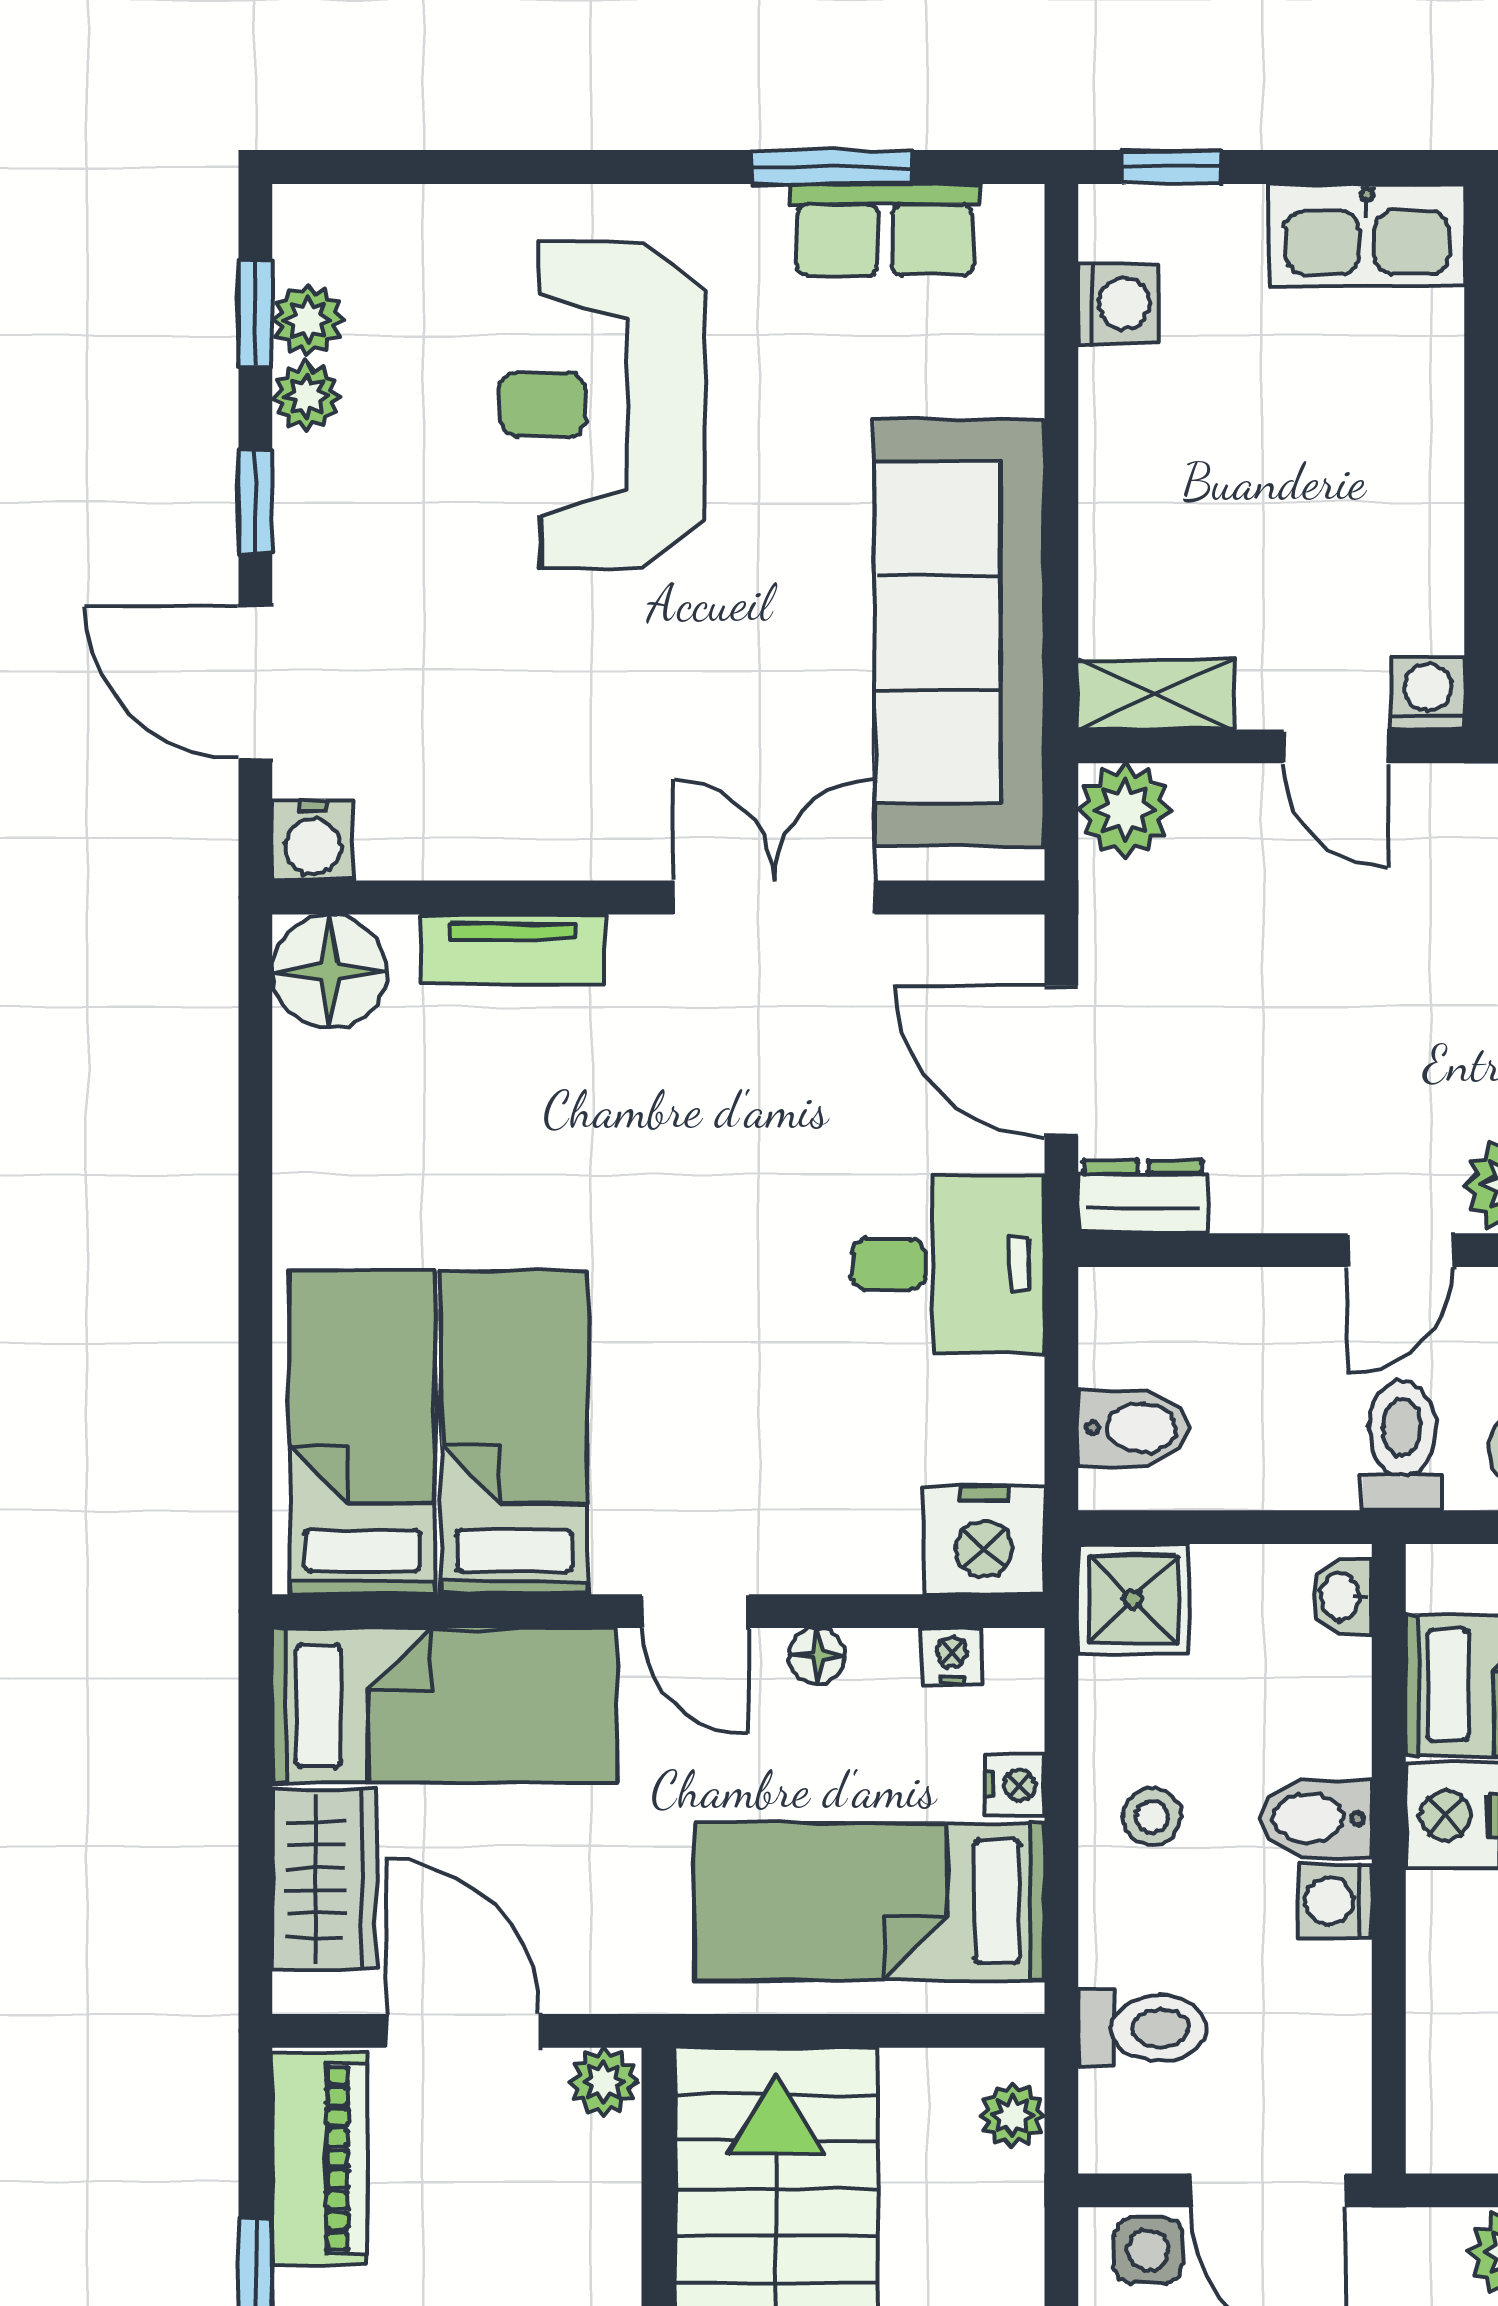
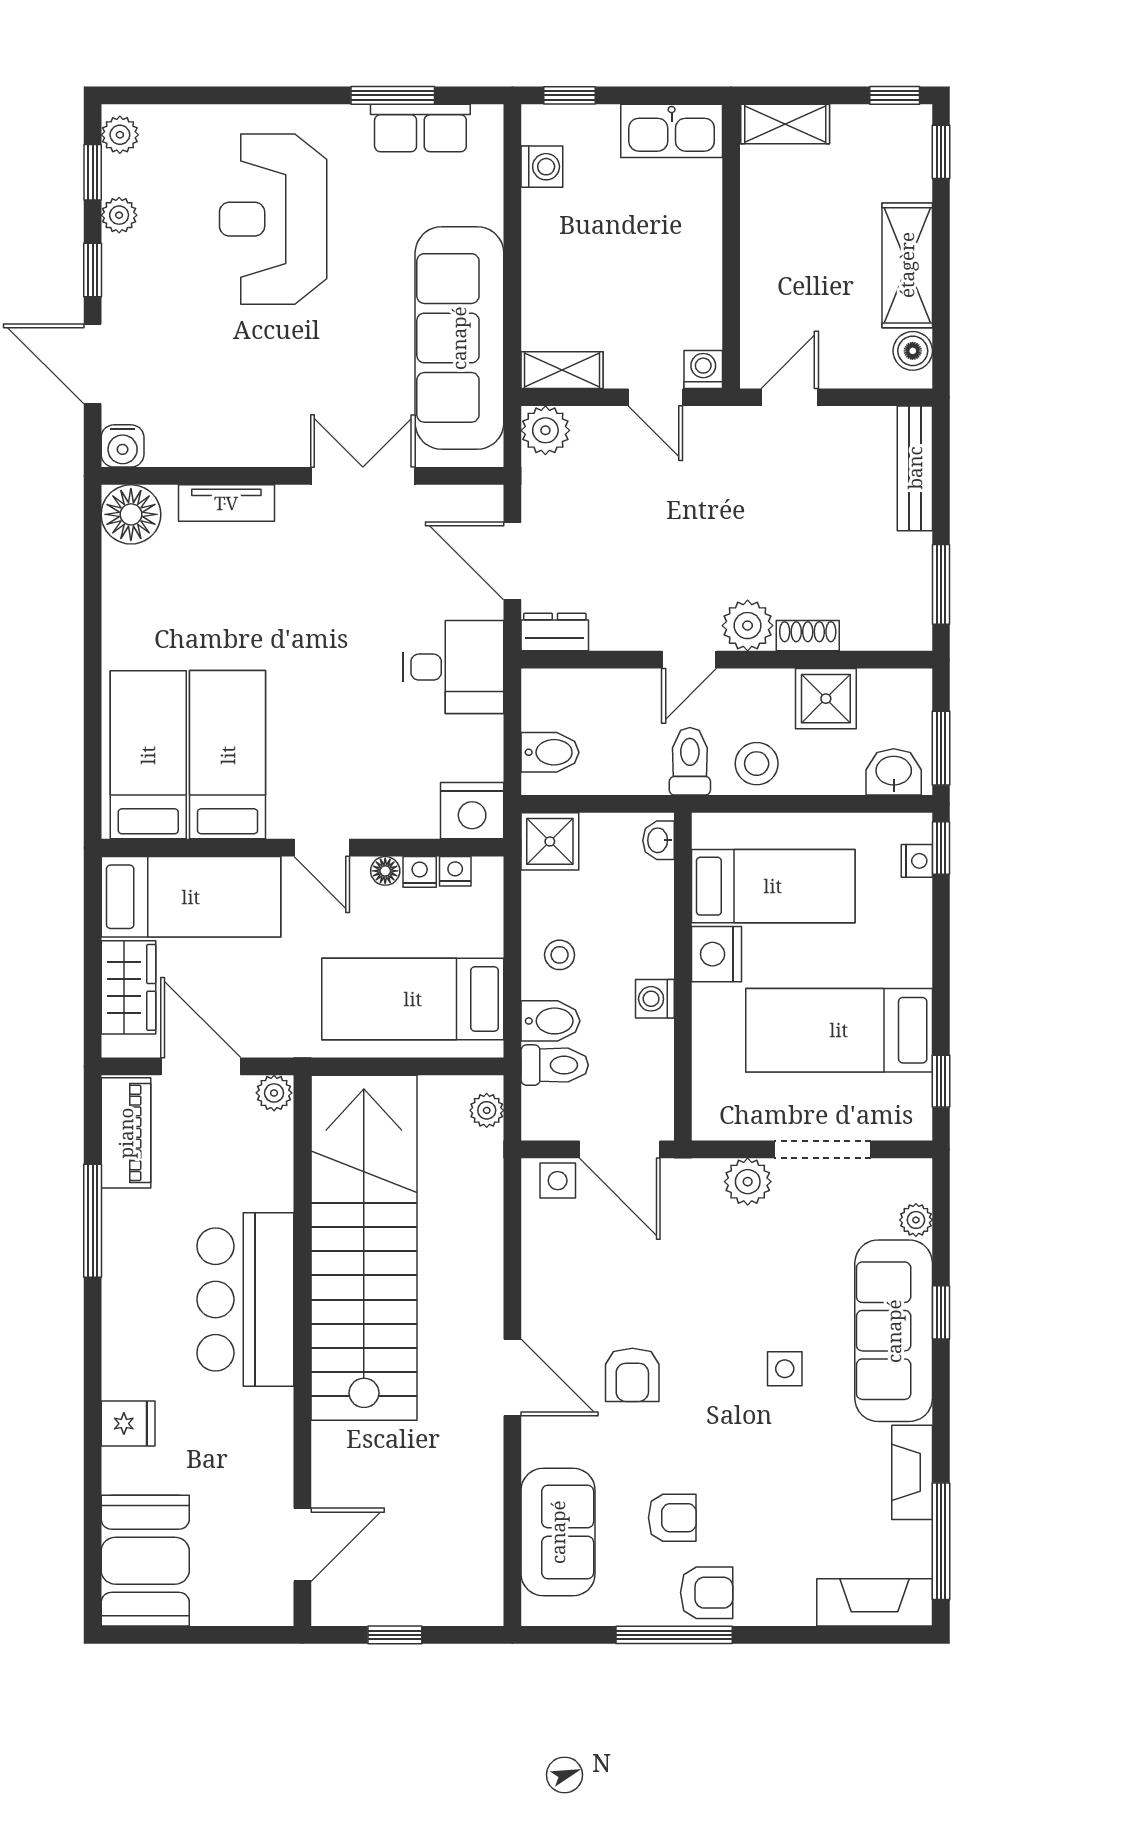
plant: (308, 320) -> (120, 135), moved
nightstand: (1015, 1785) -> (420, 872), moved, turned -90
bidet: (1316, 1818) -> (550, 1021), moved, turned 180

